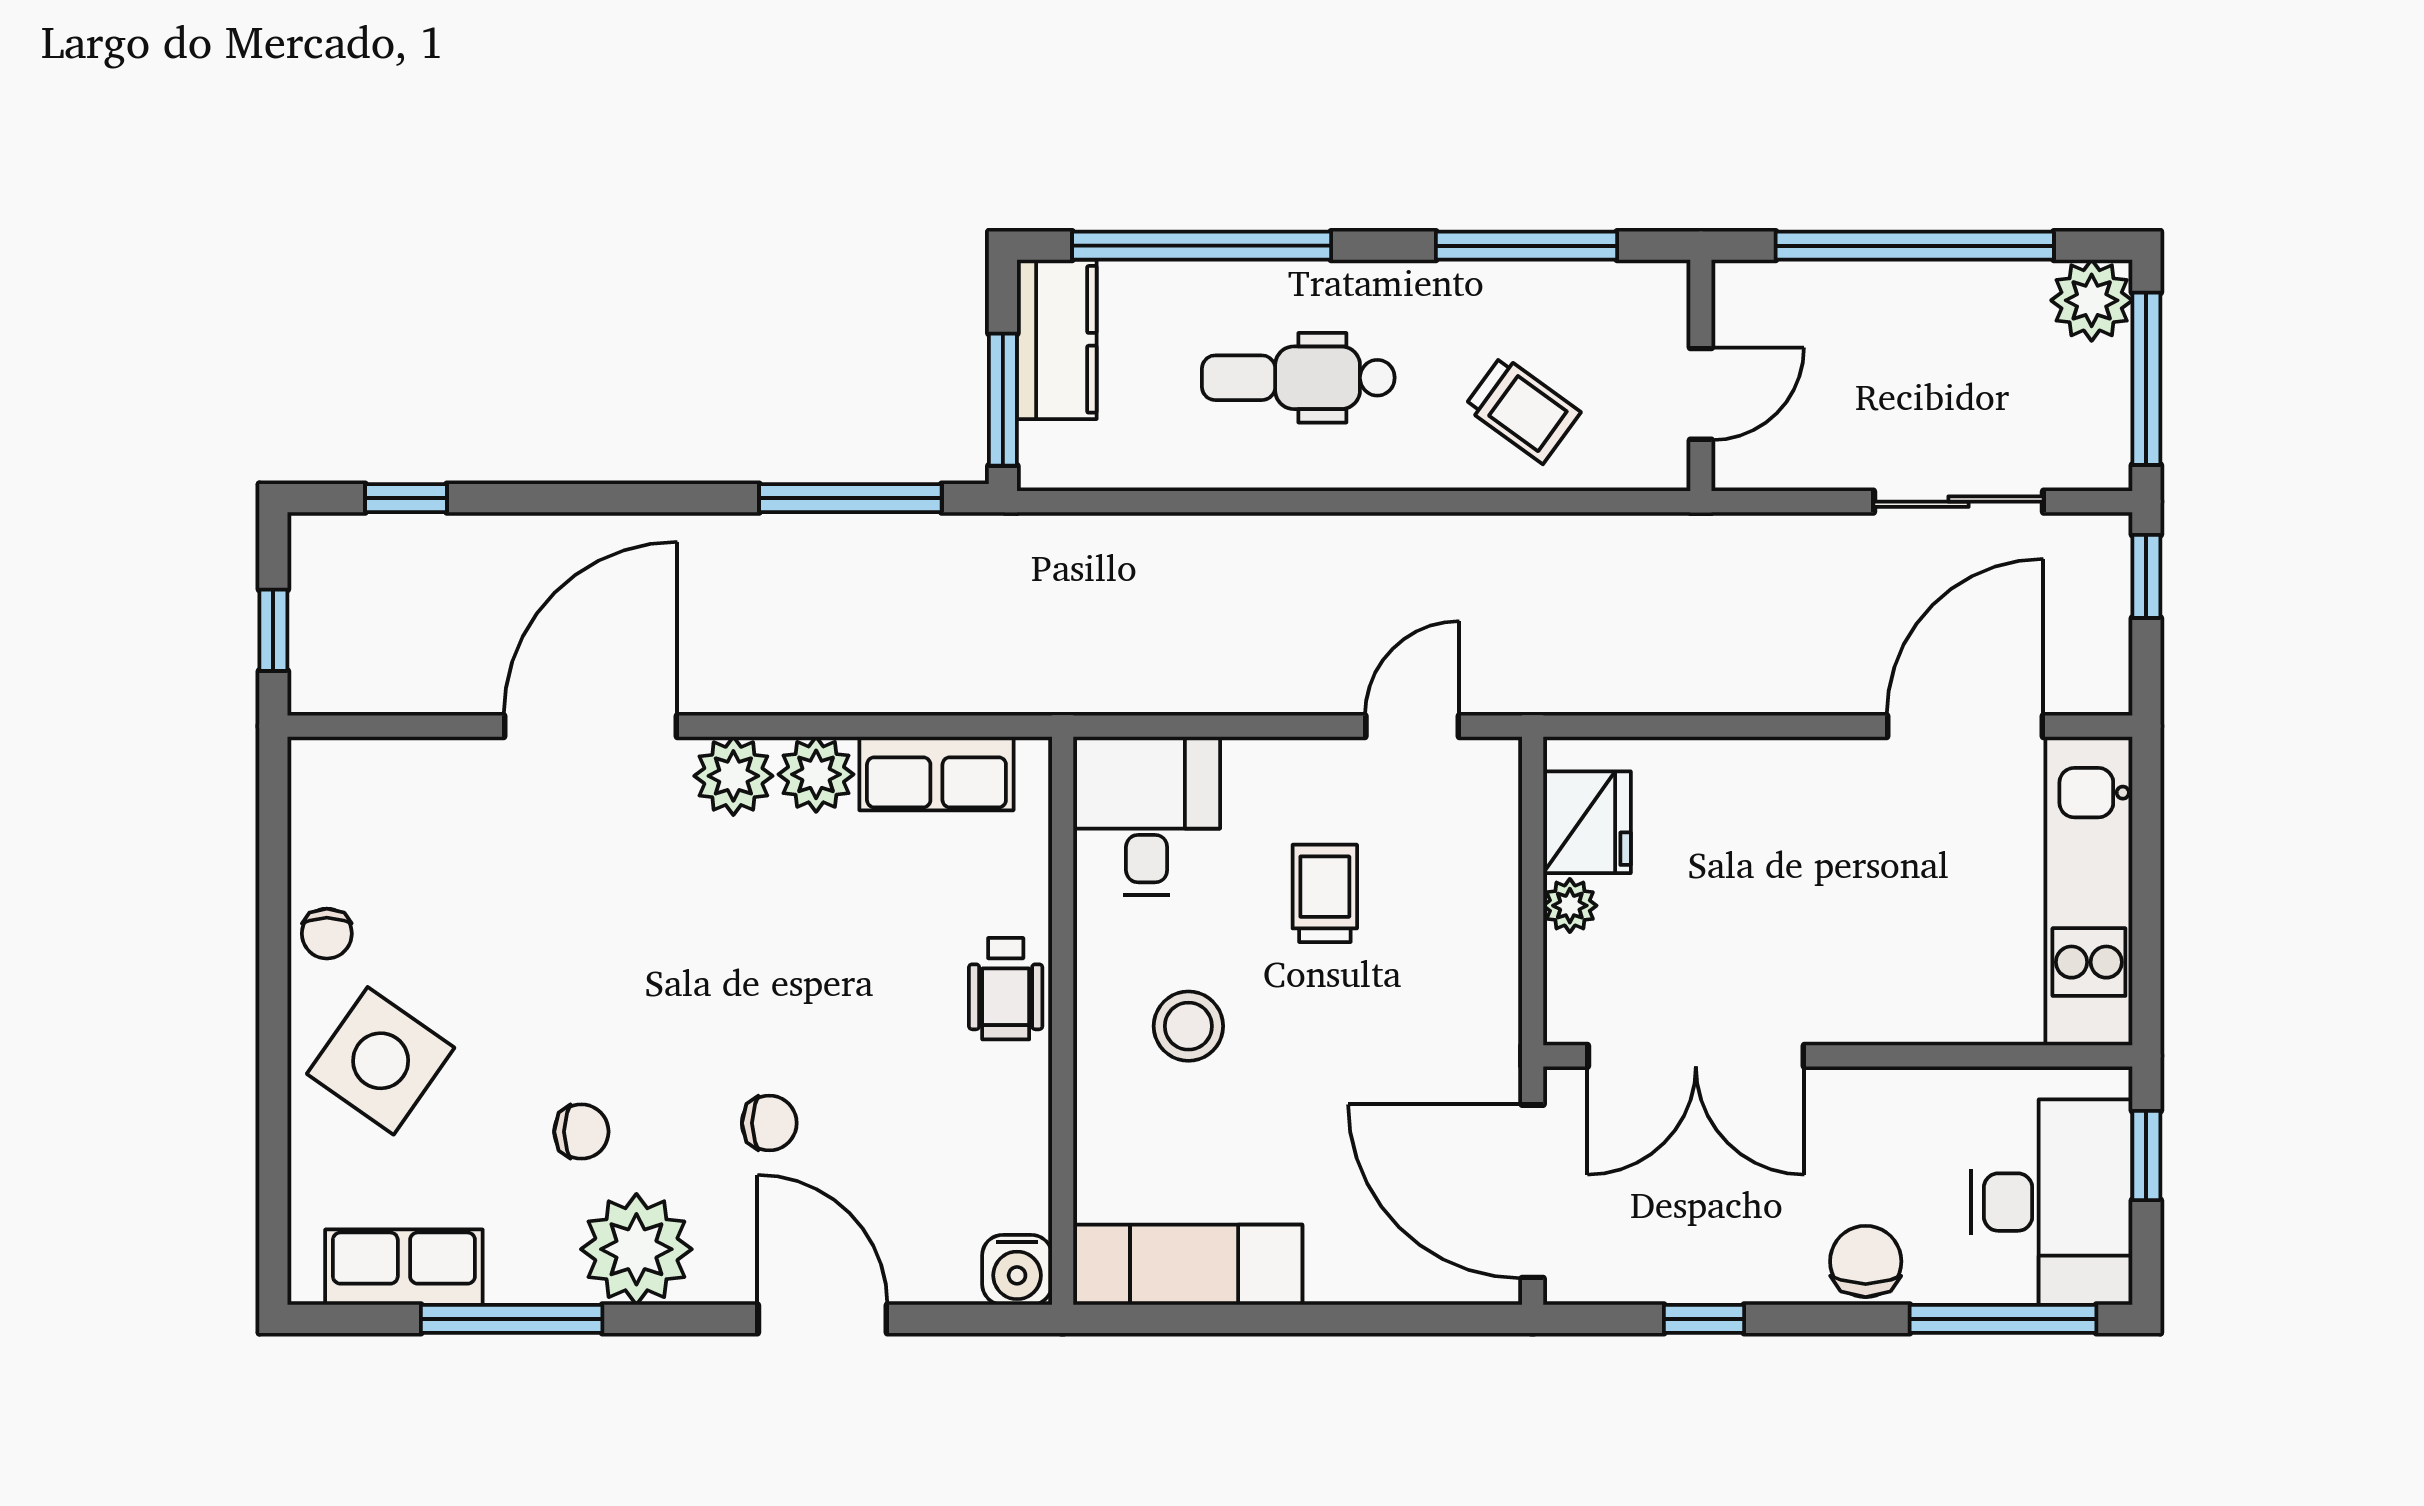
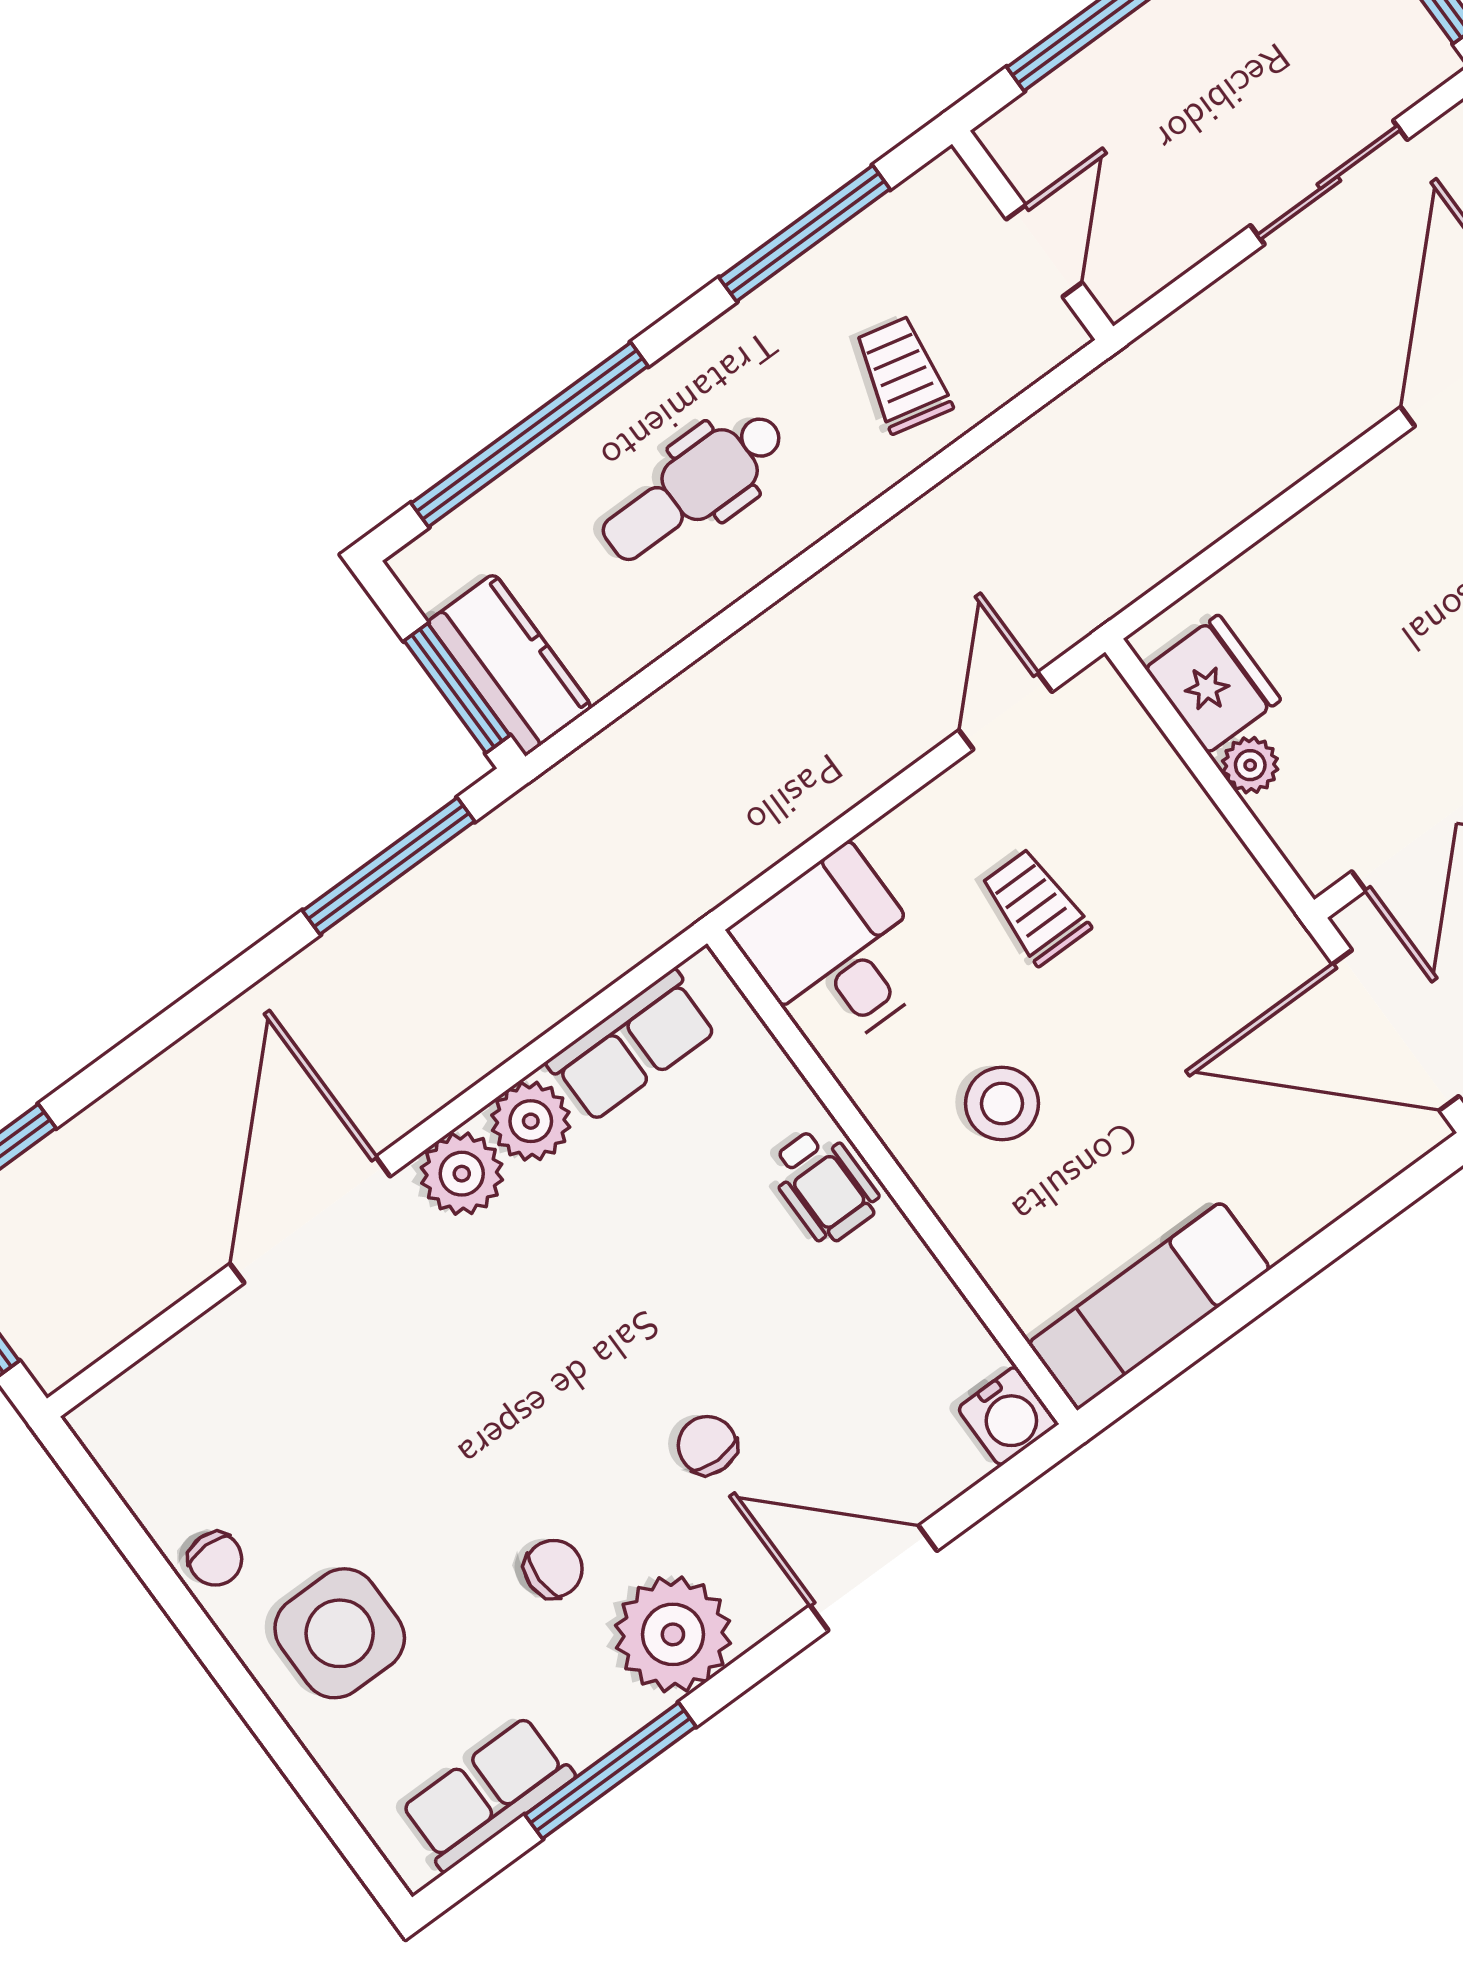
kitchen counter: (1057, 339) -> (510, 665), moved
trolley: (1522, 410) -> (903, 375), turned -113
side table: (381, 1061) -> (340, 1633), turned -35
chair: (769, 1123) -> (707, 1445), turned -90

